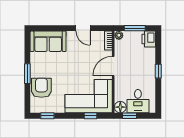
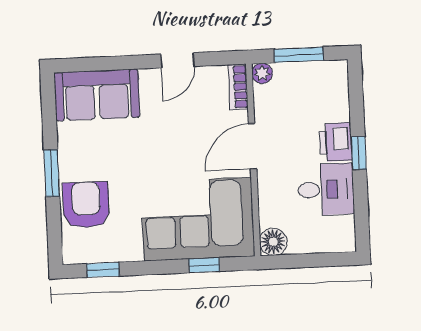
door: (83, 28) -> (177, 60), hinge flipped
printer: (149, 39) -> (336, 142), moved
desk: (138, 101) -> (326, 189), moved, turned -90
window: (129, 116) -> (296, 261), removed

